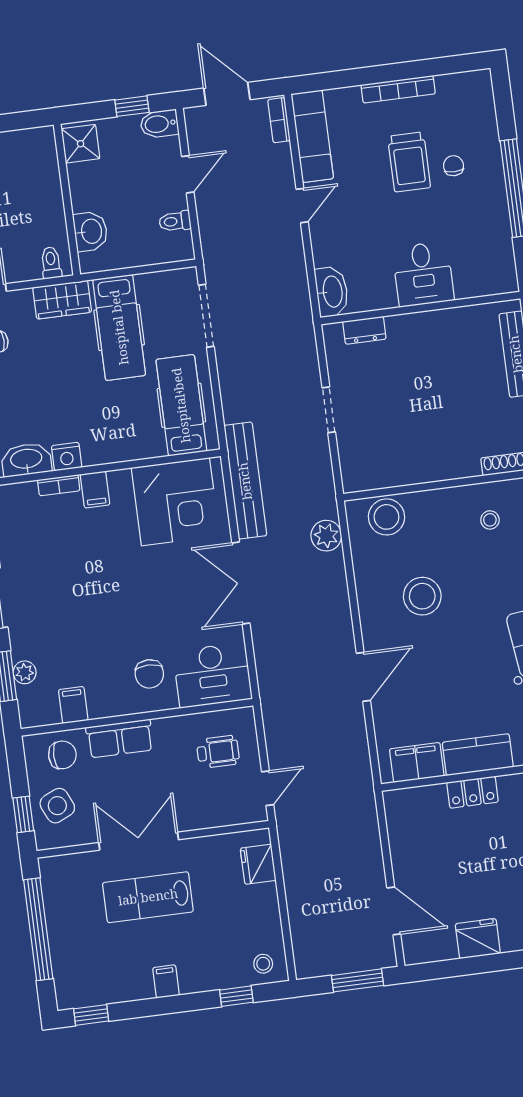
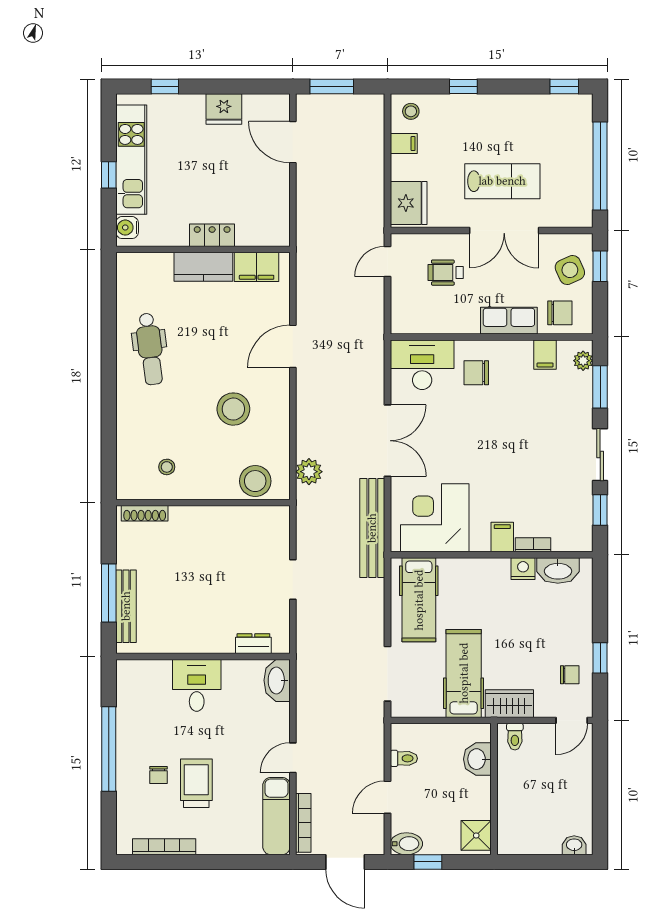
bookcase: (398, 89) -> (164, 847), moved
bookcase: (279, 120) -> (303, 823), width x1.56
plant: (25, 672) -> (583, 361), moved
chair: (149, 674) -> (476, 373), turned -90
wheelchair: (218, 752) -> (446, 273), moved
chair: (62, 755) -> (560, 313), turned 180
fridge: (258, 864) -> (409, 203), width x1.36, depth x1.34
filing cabinet: (166, 981) -> (404, 144), moved, turned -90
window: (236, 996) -> (463, 86), moved

